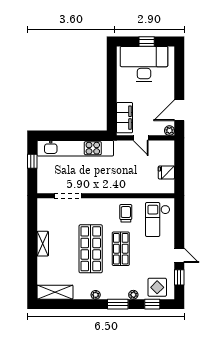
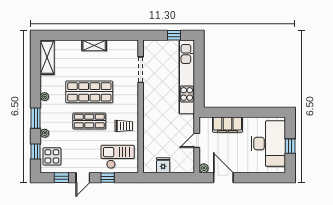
filing cabinet: (124, 118) -> (227, 125), moved
window: (179, 230) -> (108, 178), added

